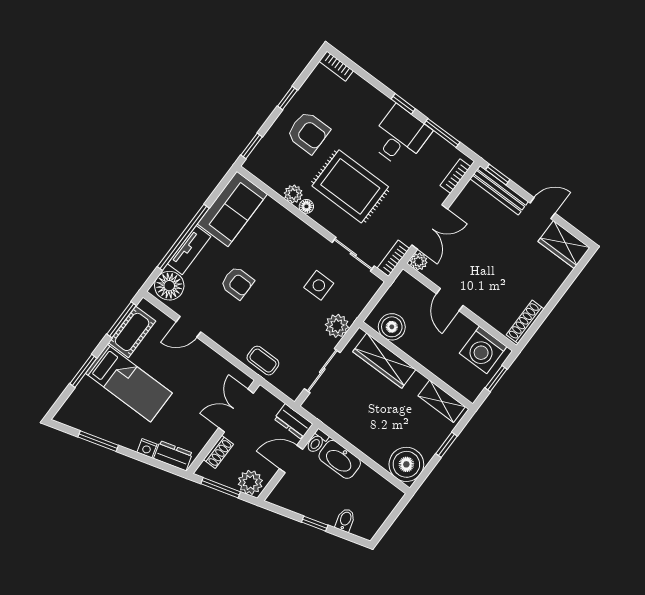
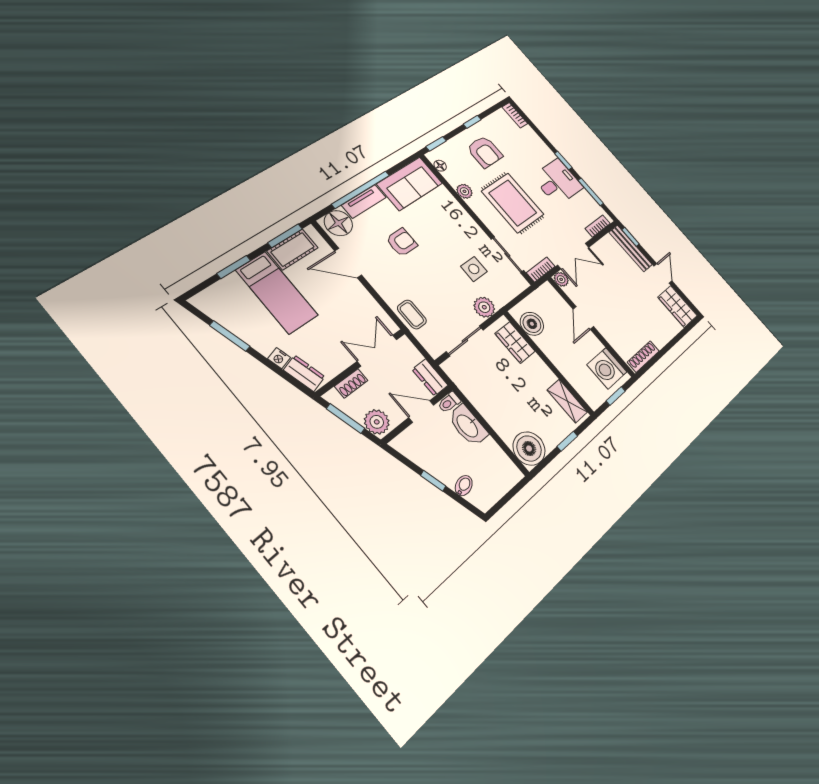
floor lamp: (306, 206) -> (440, 166), moved
door: (543, 208) -> (663, 273), hinge flipped
armchair: (237, 283) -> (402, 242), turned -90
door: (188, 327) -> (348, 263), width x1.38
wardrobe: (384, 361) -> (515, 342), width x0.67

